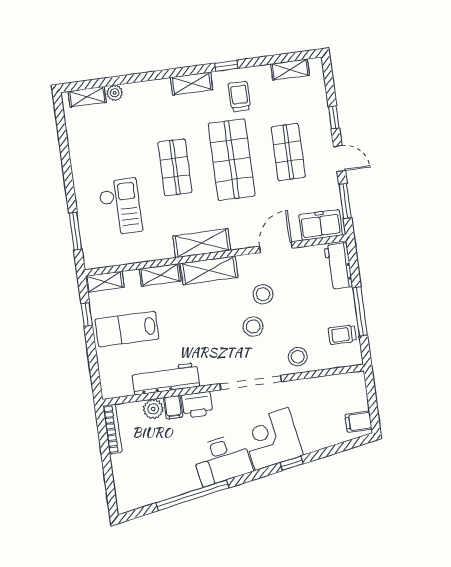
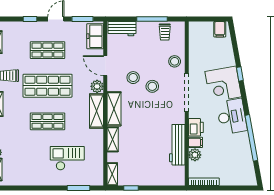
plant: (241, 239) -> (97, 86), added
lab bench: (127, 329) -> (143, 164), removed

